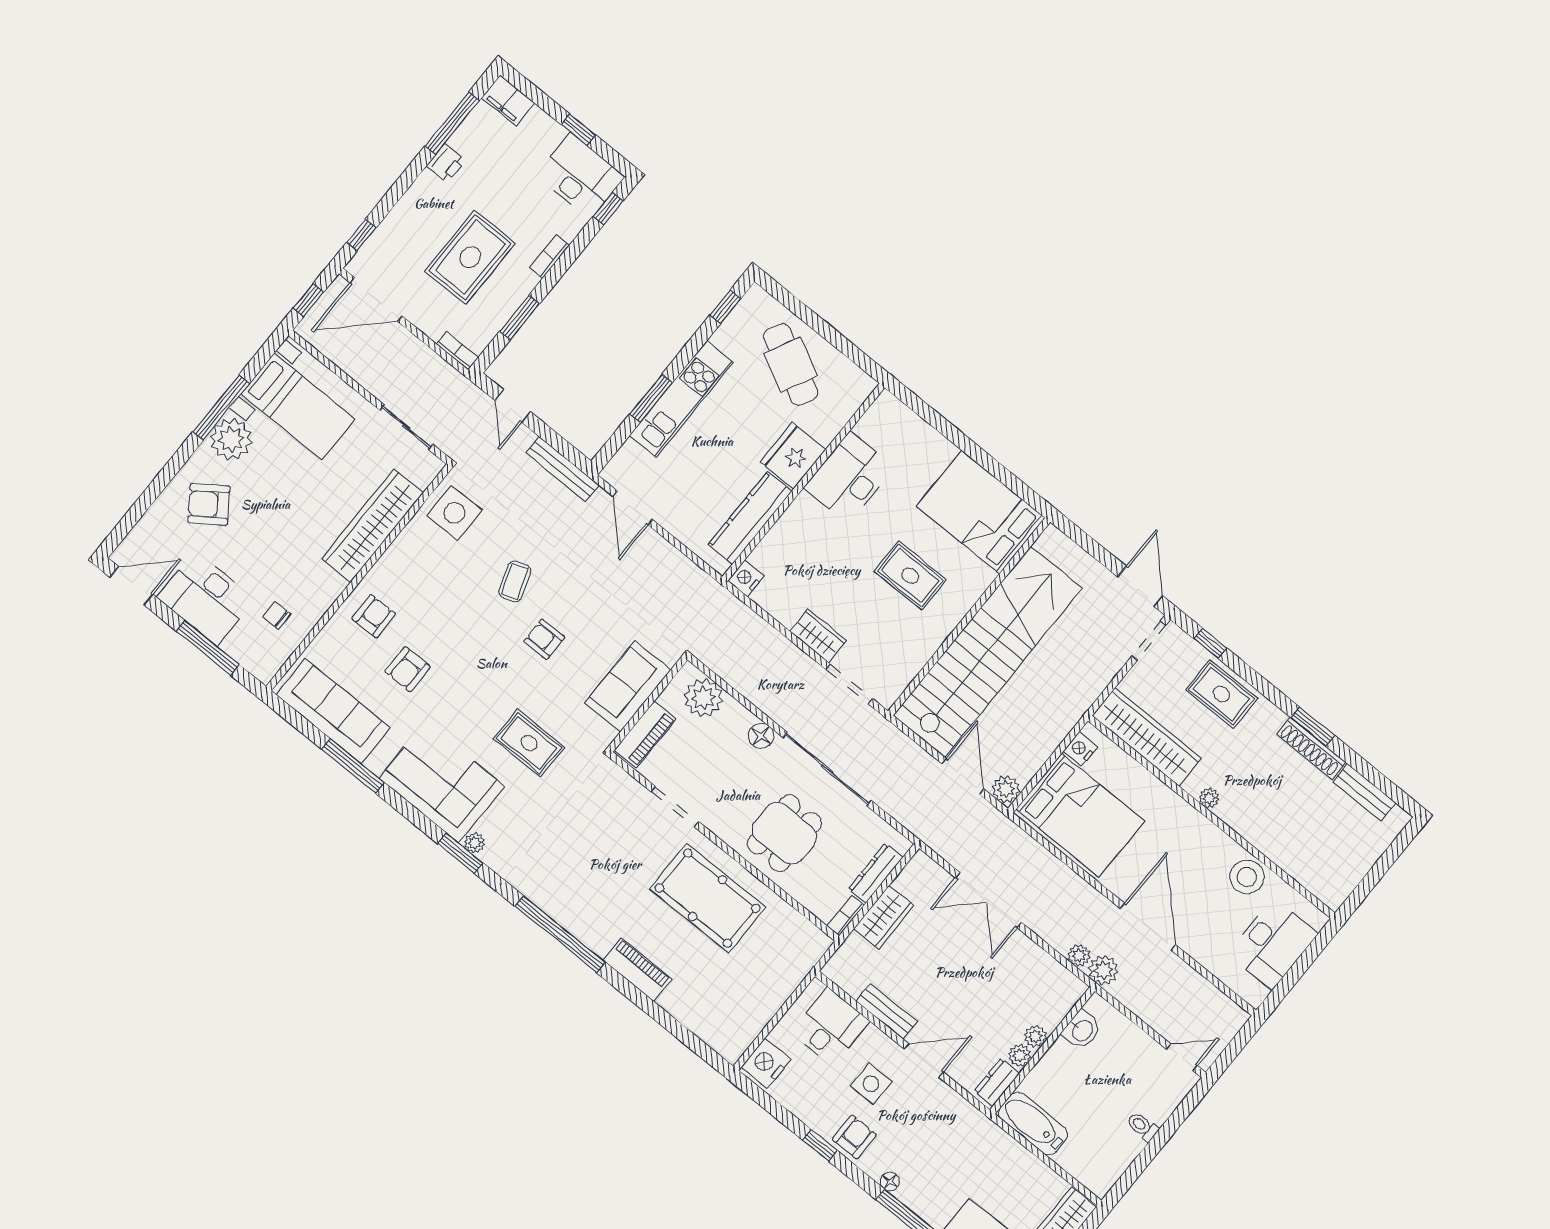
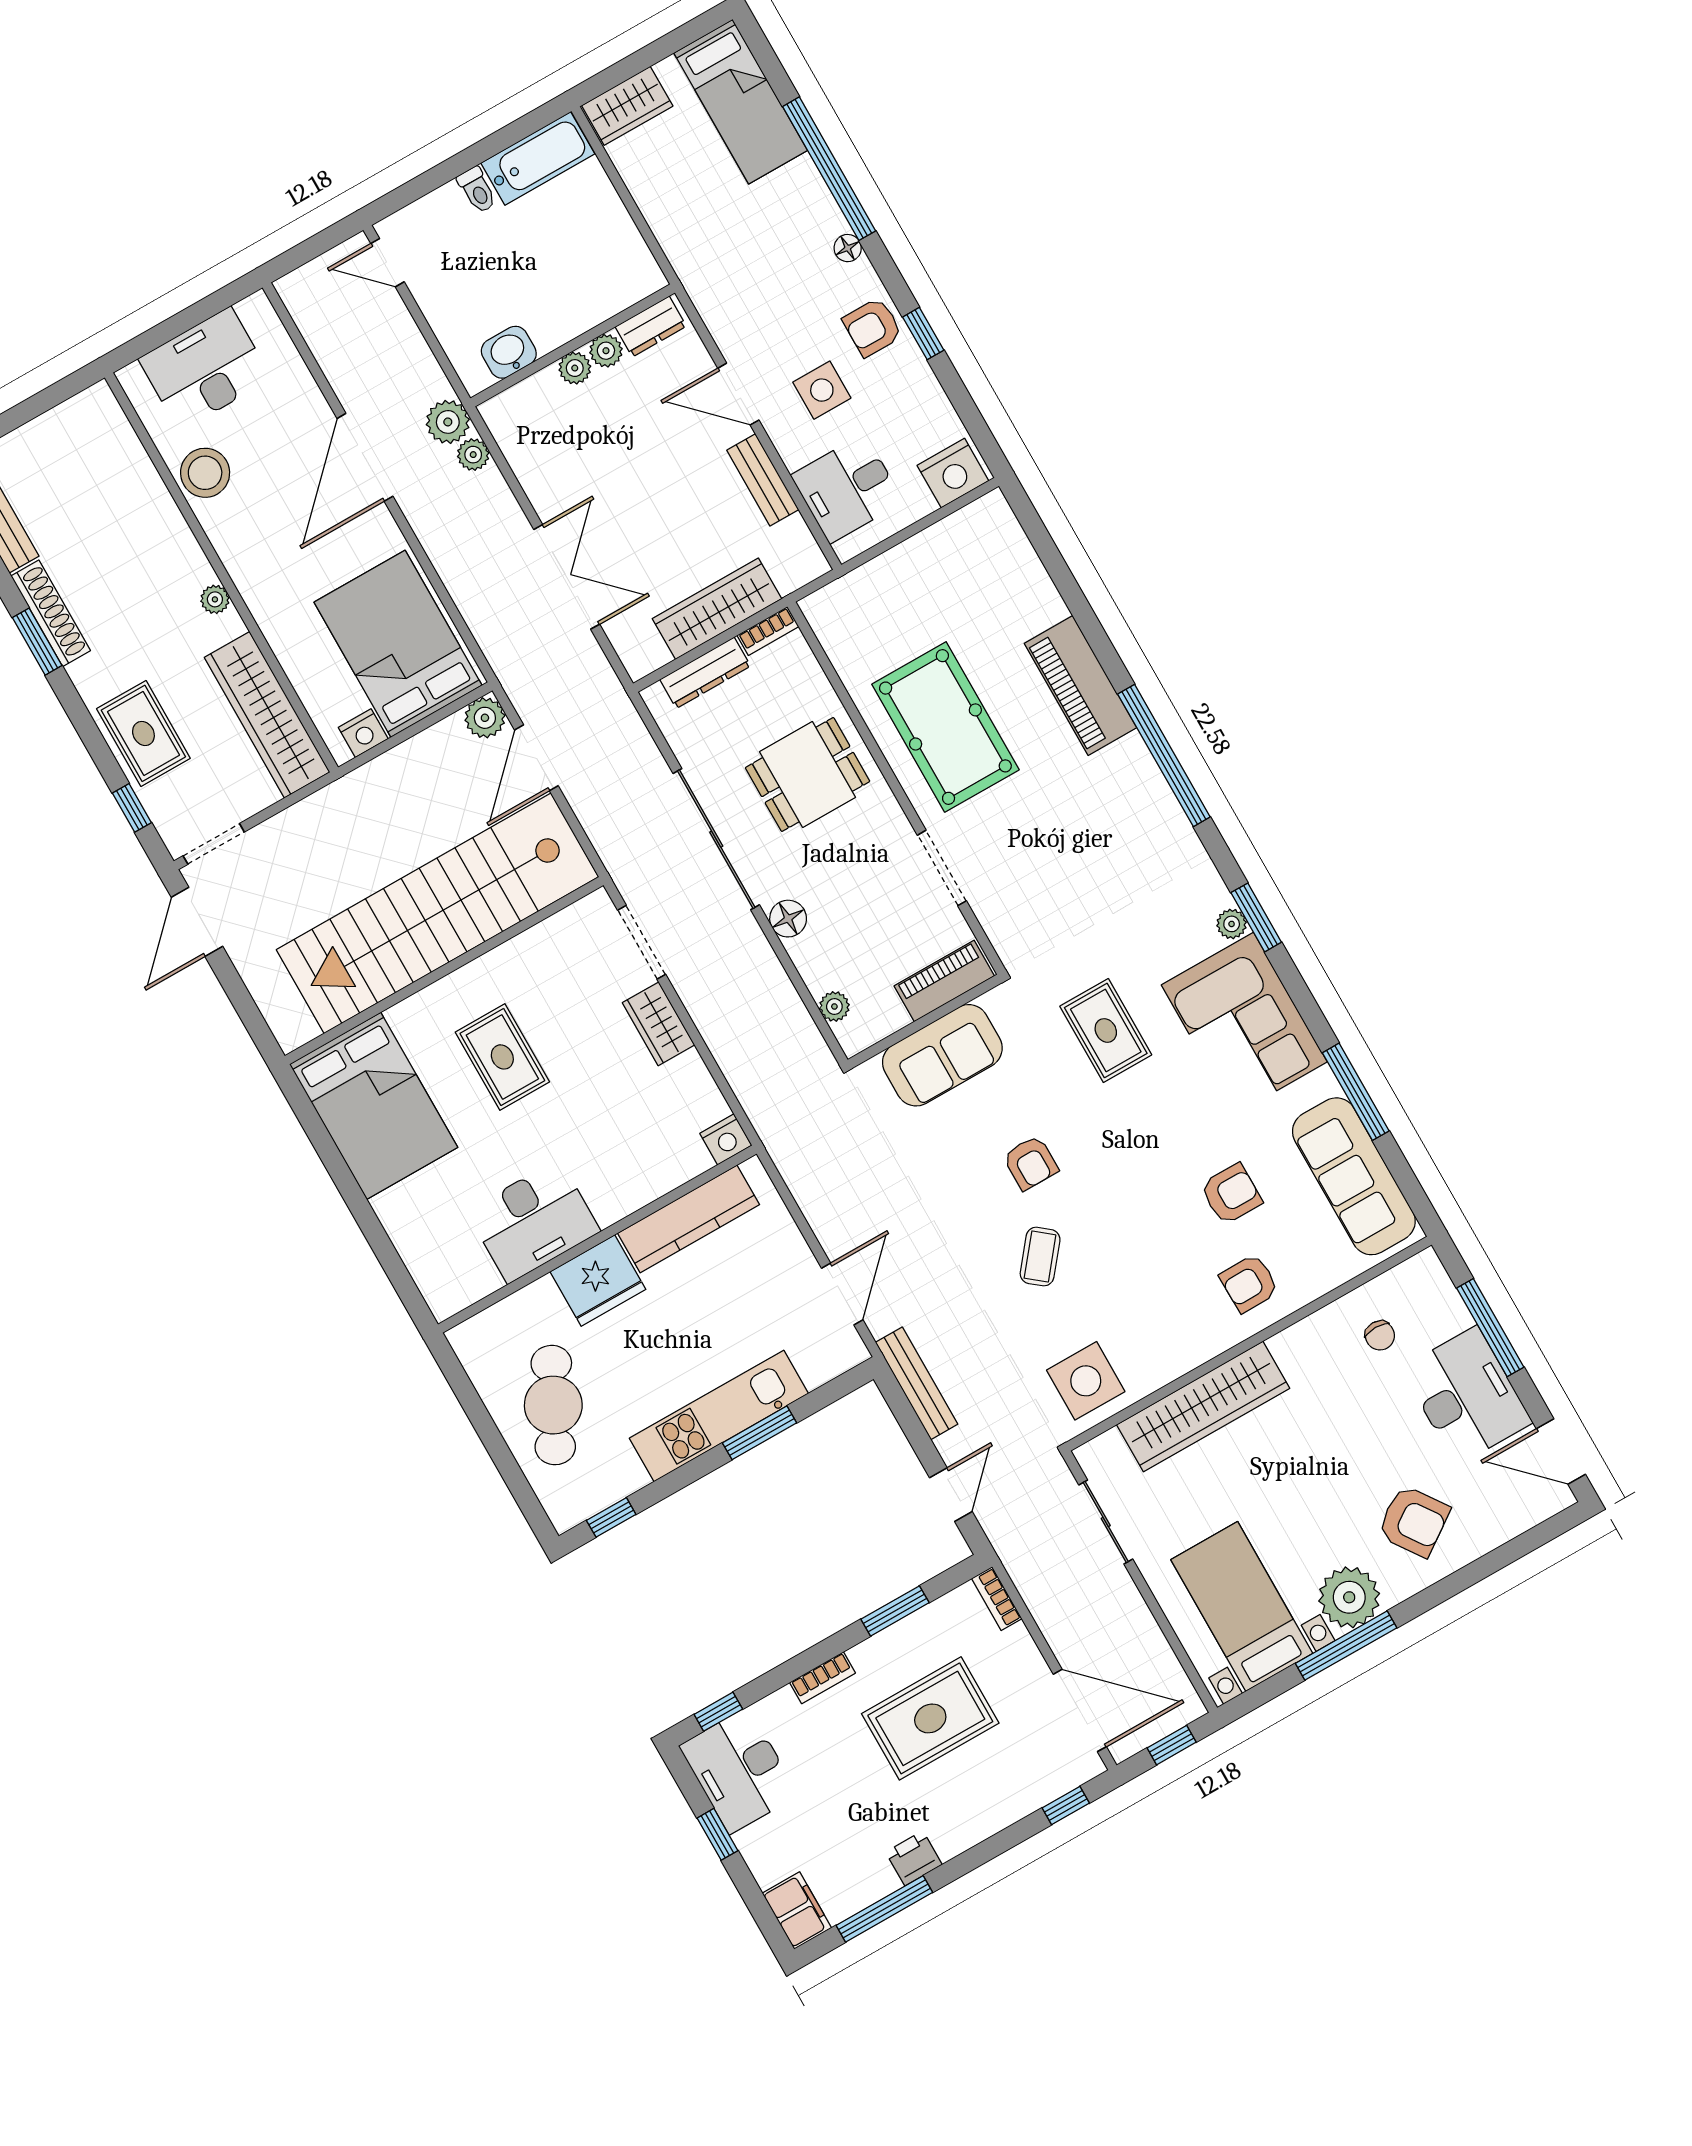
coffee table: (515, 581) -> (1040, 1257), turned -32
plant: (704, 698) -> (834, 1006), width x0.53, depth x0.53
wardrobe: (884, 917) -> (717, 609), width x1.50
piano: (637, 970) -> (1081, 686), width x1.37, depth x1.33
bathtub: (1033, 1124) -> (538, 158), moved, turned -90

